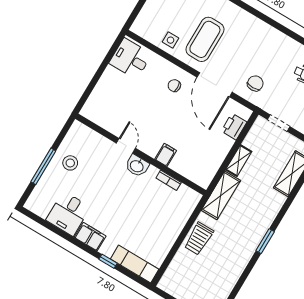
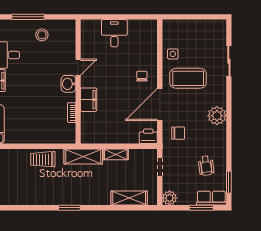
plant: (261, 33) -> (217, 116), added
desk: (130, 59) -> (114, 33), moved
printer: (234, 127) -> (148, 136), moved
filing cabinet: (166, 155) -> (89, 100), width x2.00

